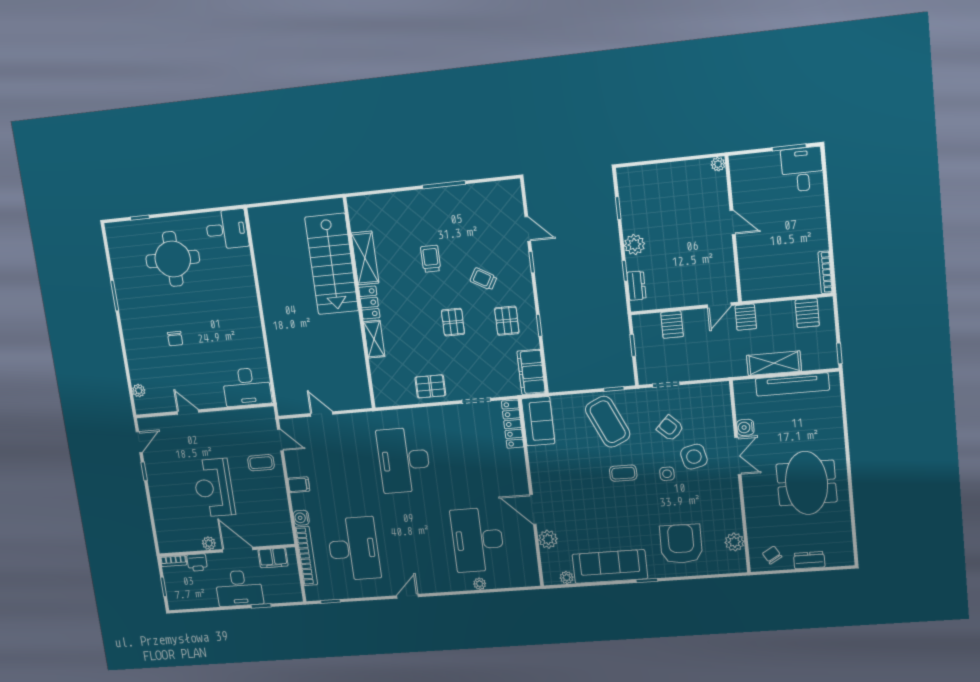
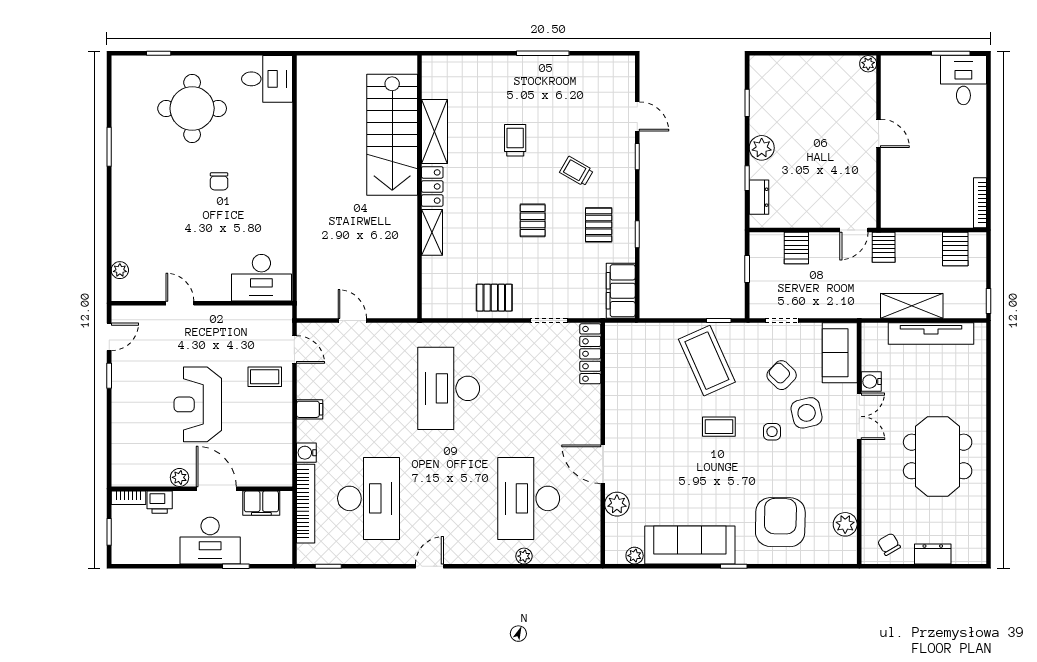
chair: (175, 339) -> (219, 181), moved
sofa: (538, 421) -> (840, 353), moved, turned 180

